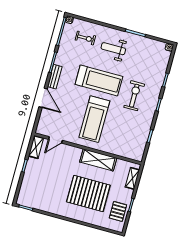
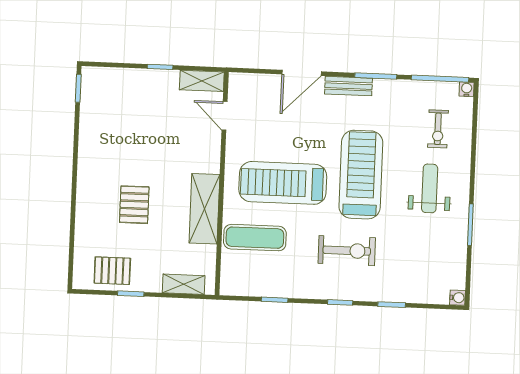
treadmill: (99, 80) -> (361, 175), turned 180
exercise mat: (118, 139) -> (255, 238), added
pallet: (88, 193) -> (134, 205), width x0.49, depth x0.50

